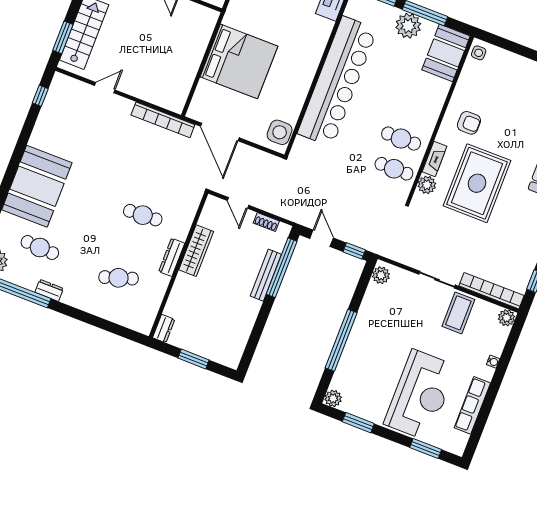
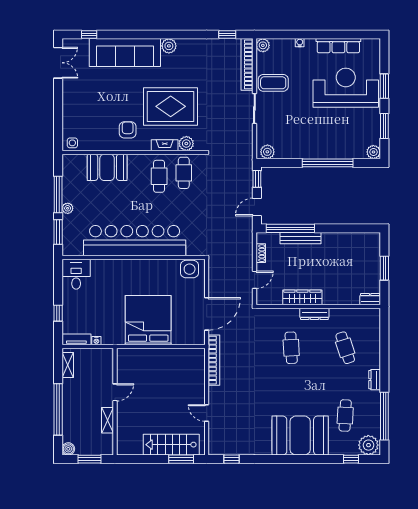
plant: (408, 26) -> (68, 208), width x0.53, depth x0.53
booth: (446, 53) -> (107, 167), moved
dresser: (49, 290) -> (375, 380), moved
window: (426, 449) -> (384, 86), moved

